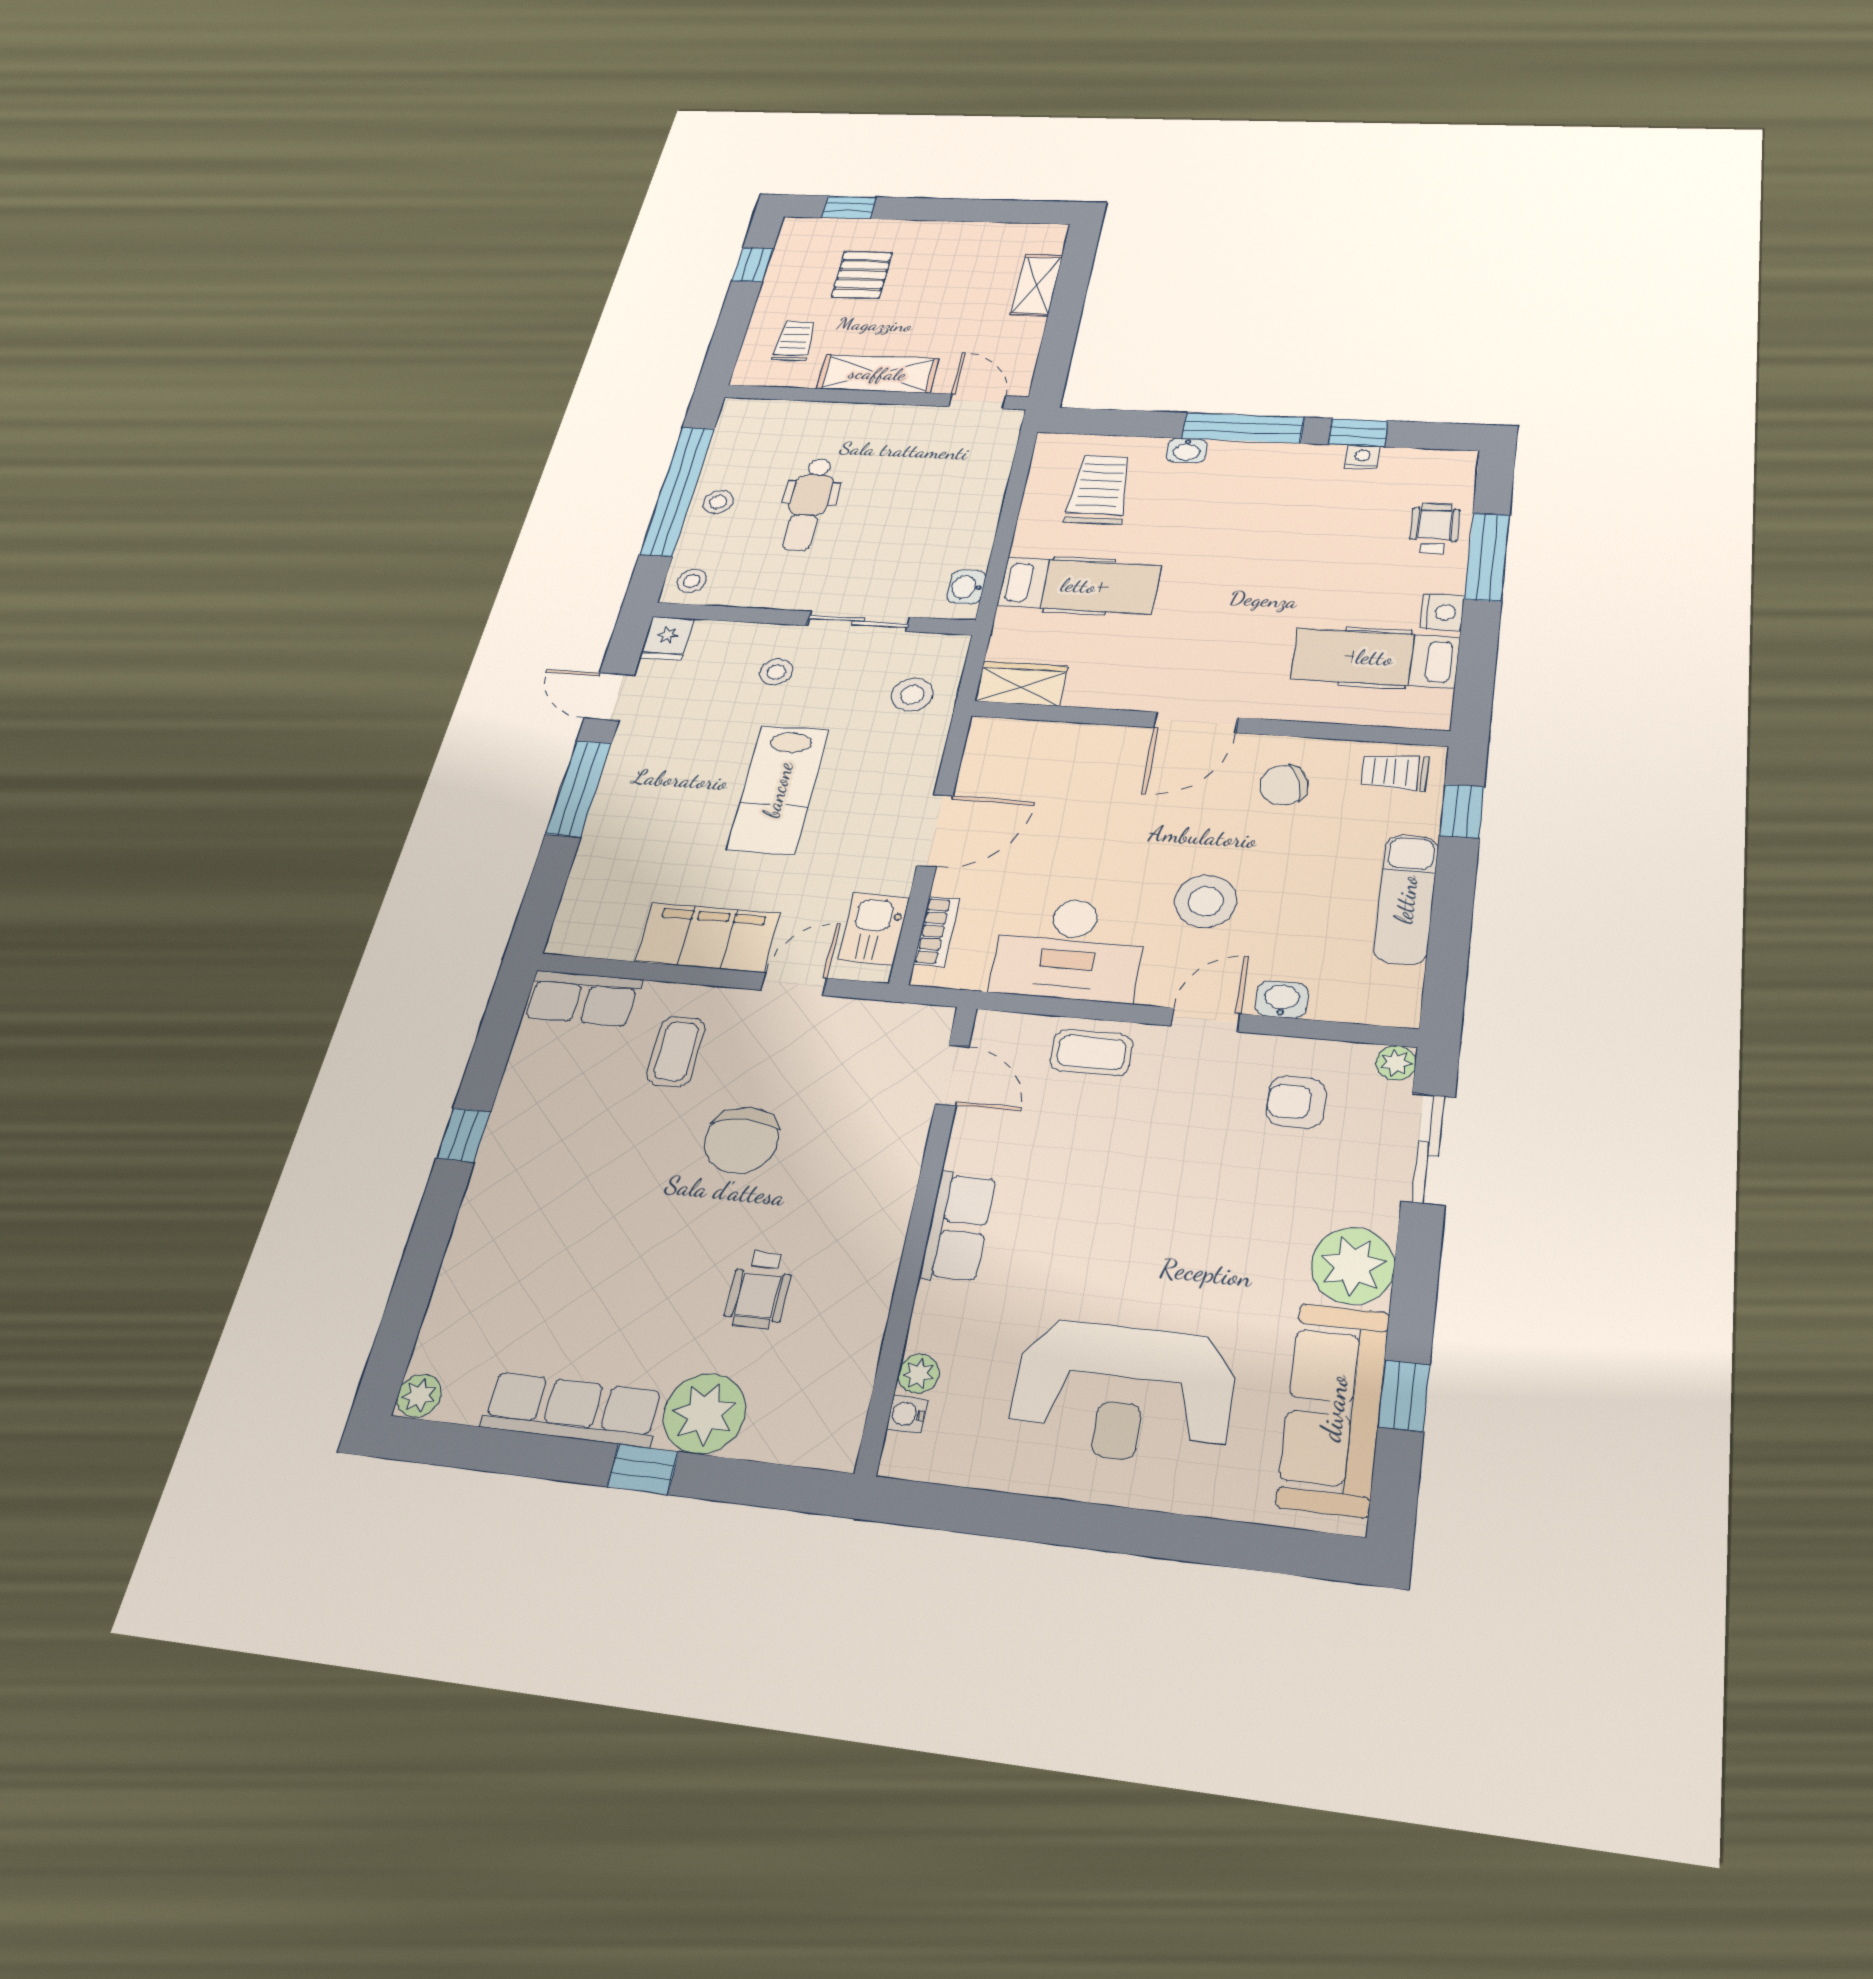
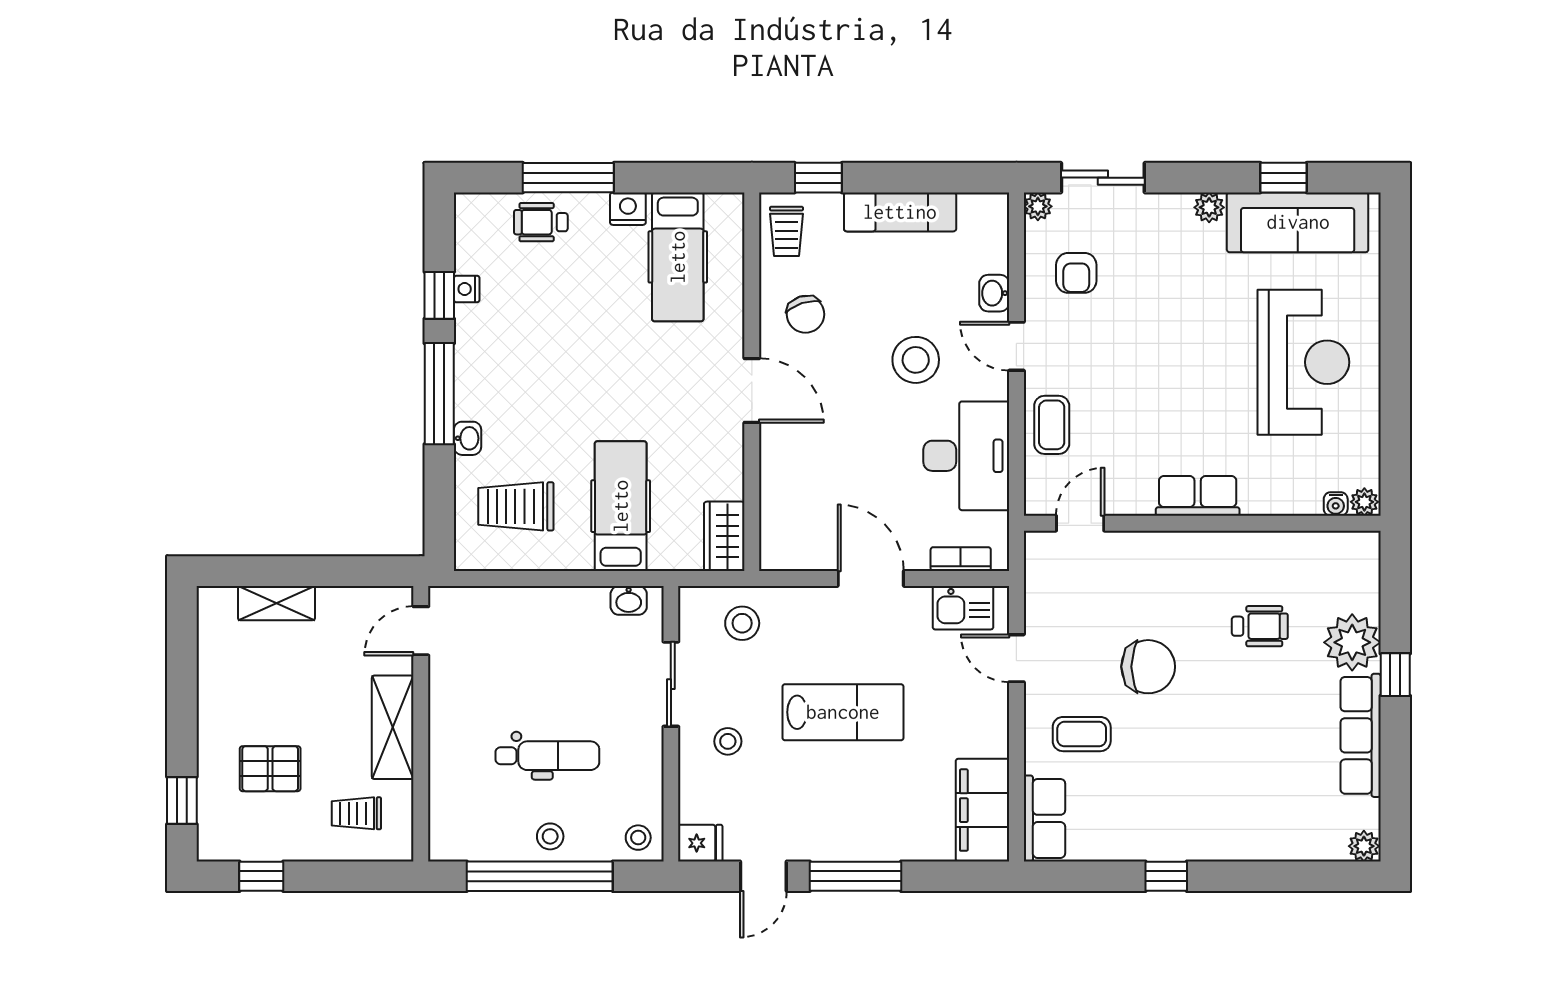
filing cabinet: (708, 937) -> (982, 810), moved
plant: (1353, 1266) -> (1209, 207), width x0.53, depth x0.53
plant: (918, 1374) -> (1364, 502), moved

